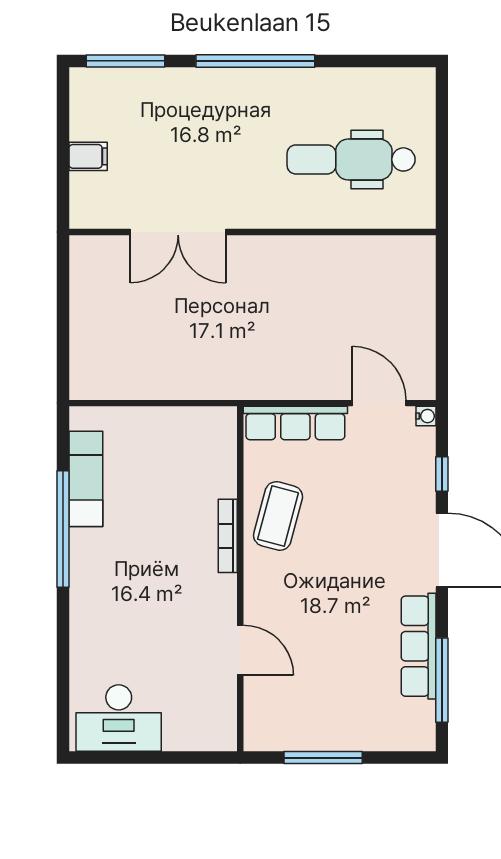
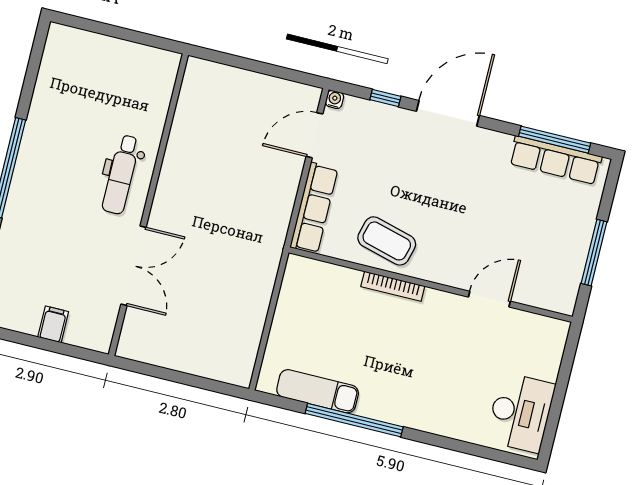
dental chair: (351, 159) -> (121, 174), moved, width x0.73, depth x0.72
row of seats: (419, 646) -> (555, 160), moved

